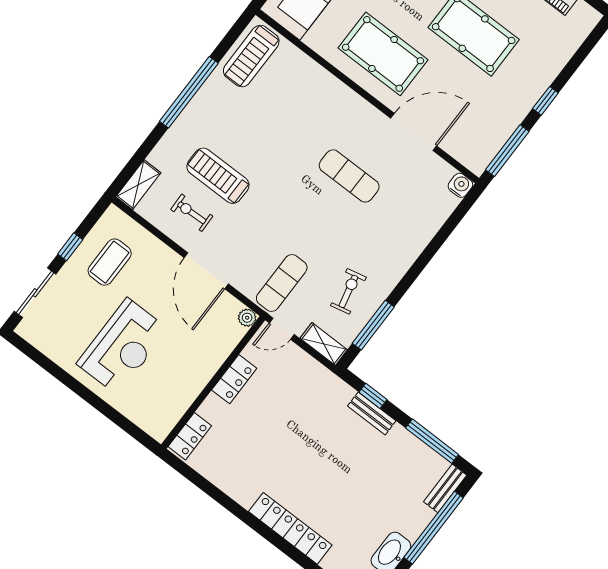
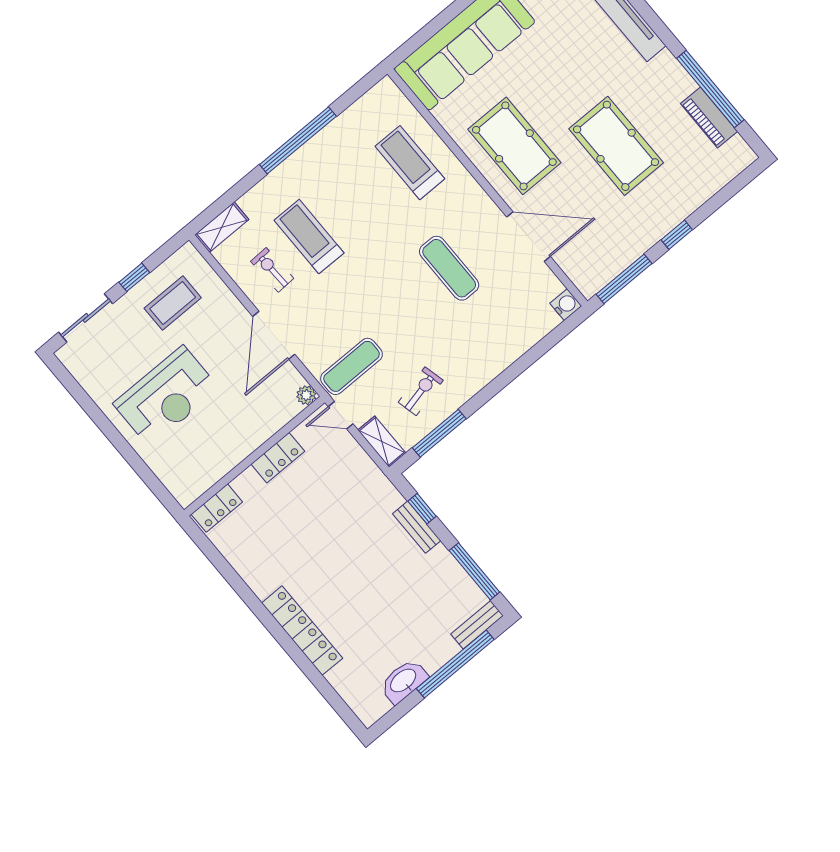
treadmill: (251, 56) -> (410, 163), moved, turned 90

